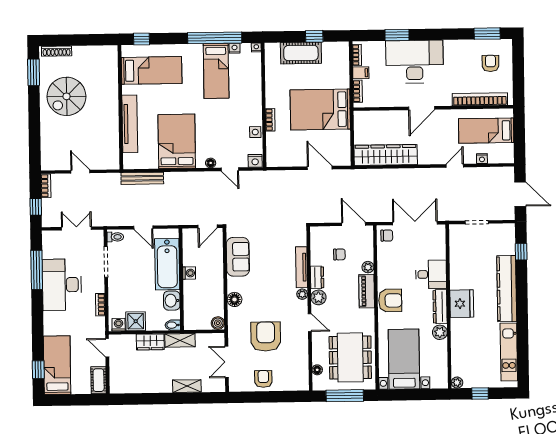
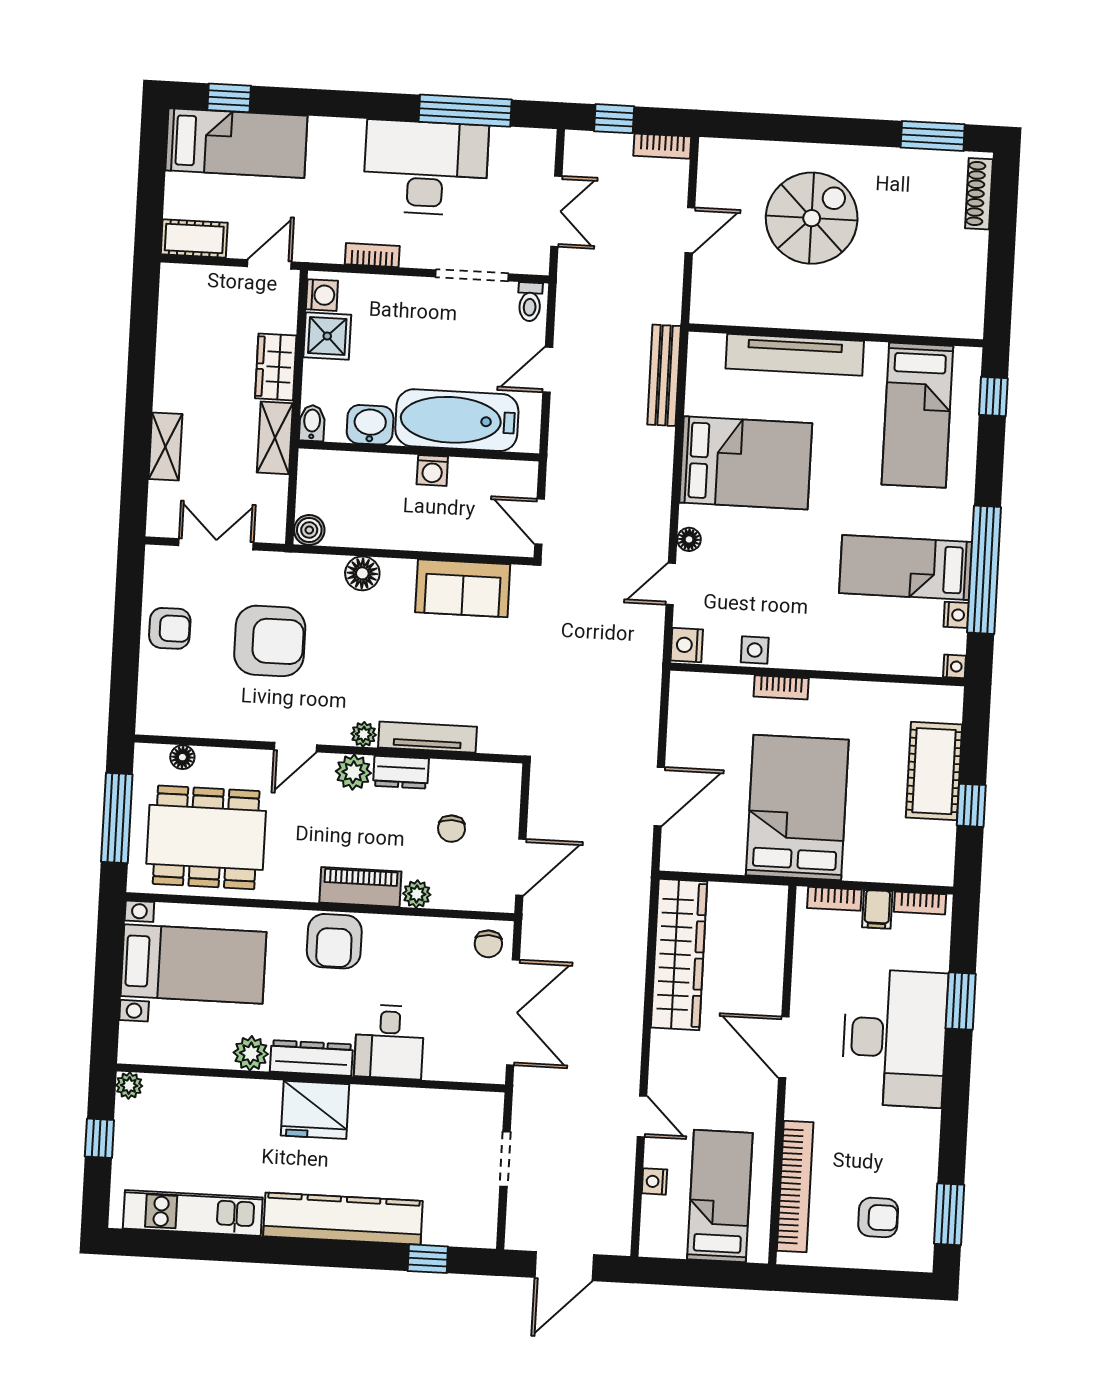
spiral stairs: (66, 96) -> (812, 218), moved, turned 90

